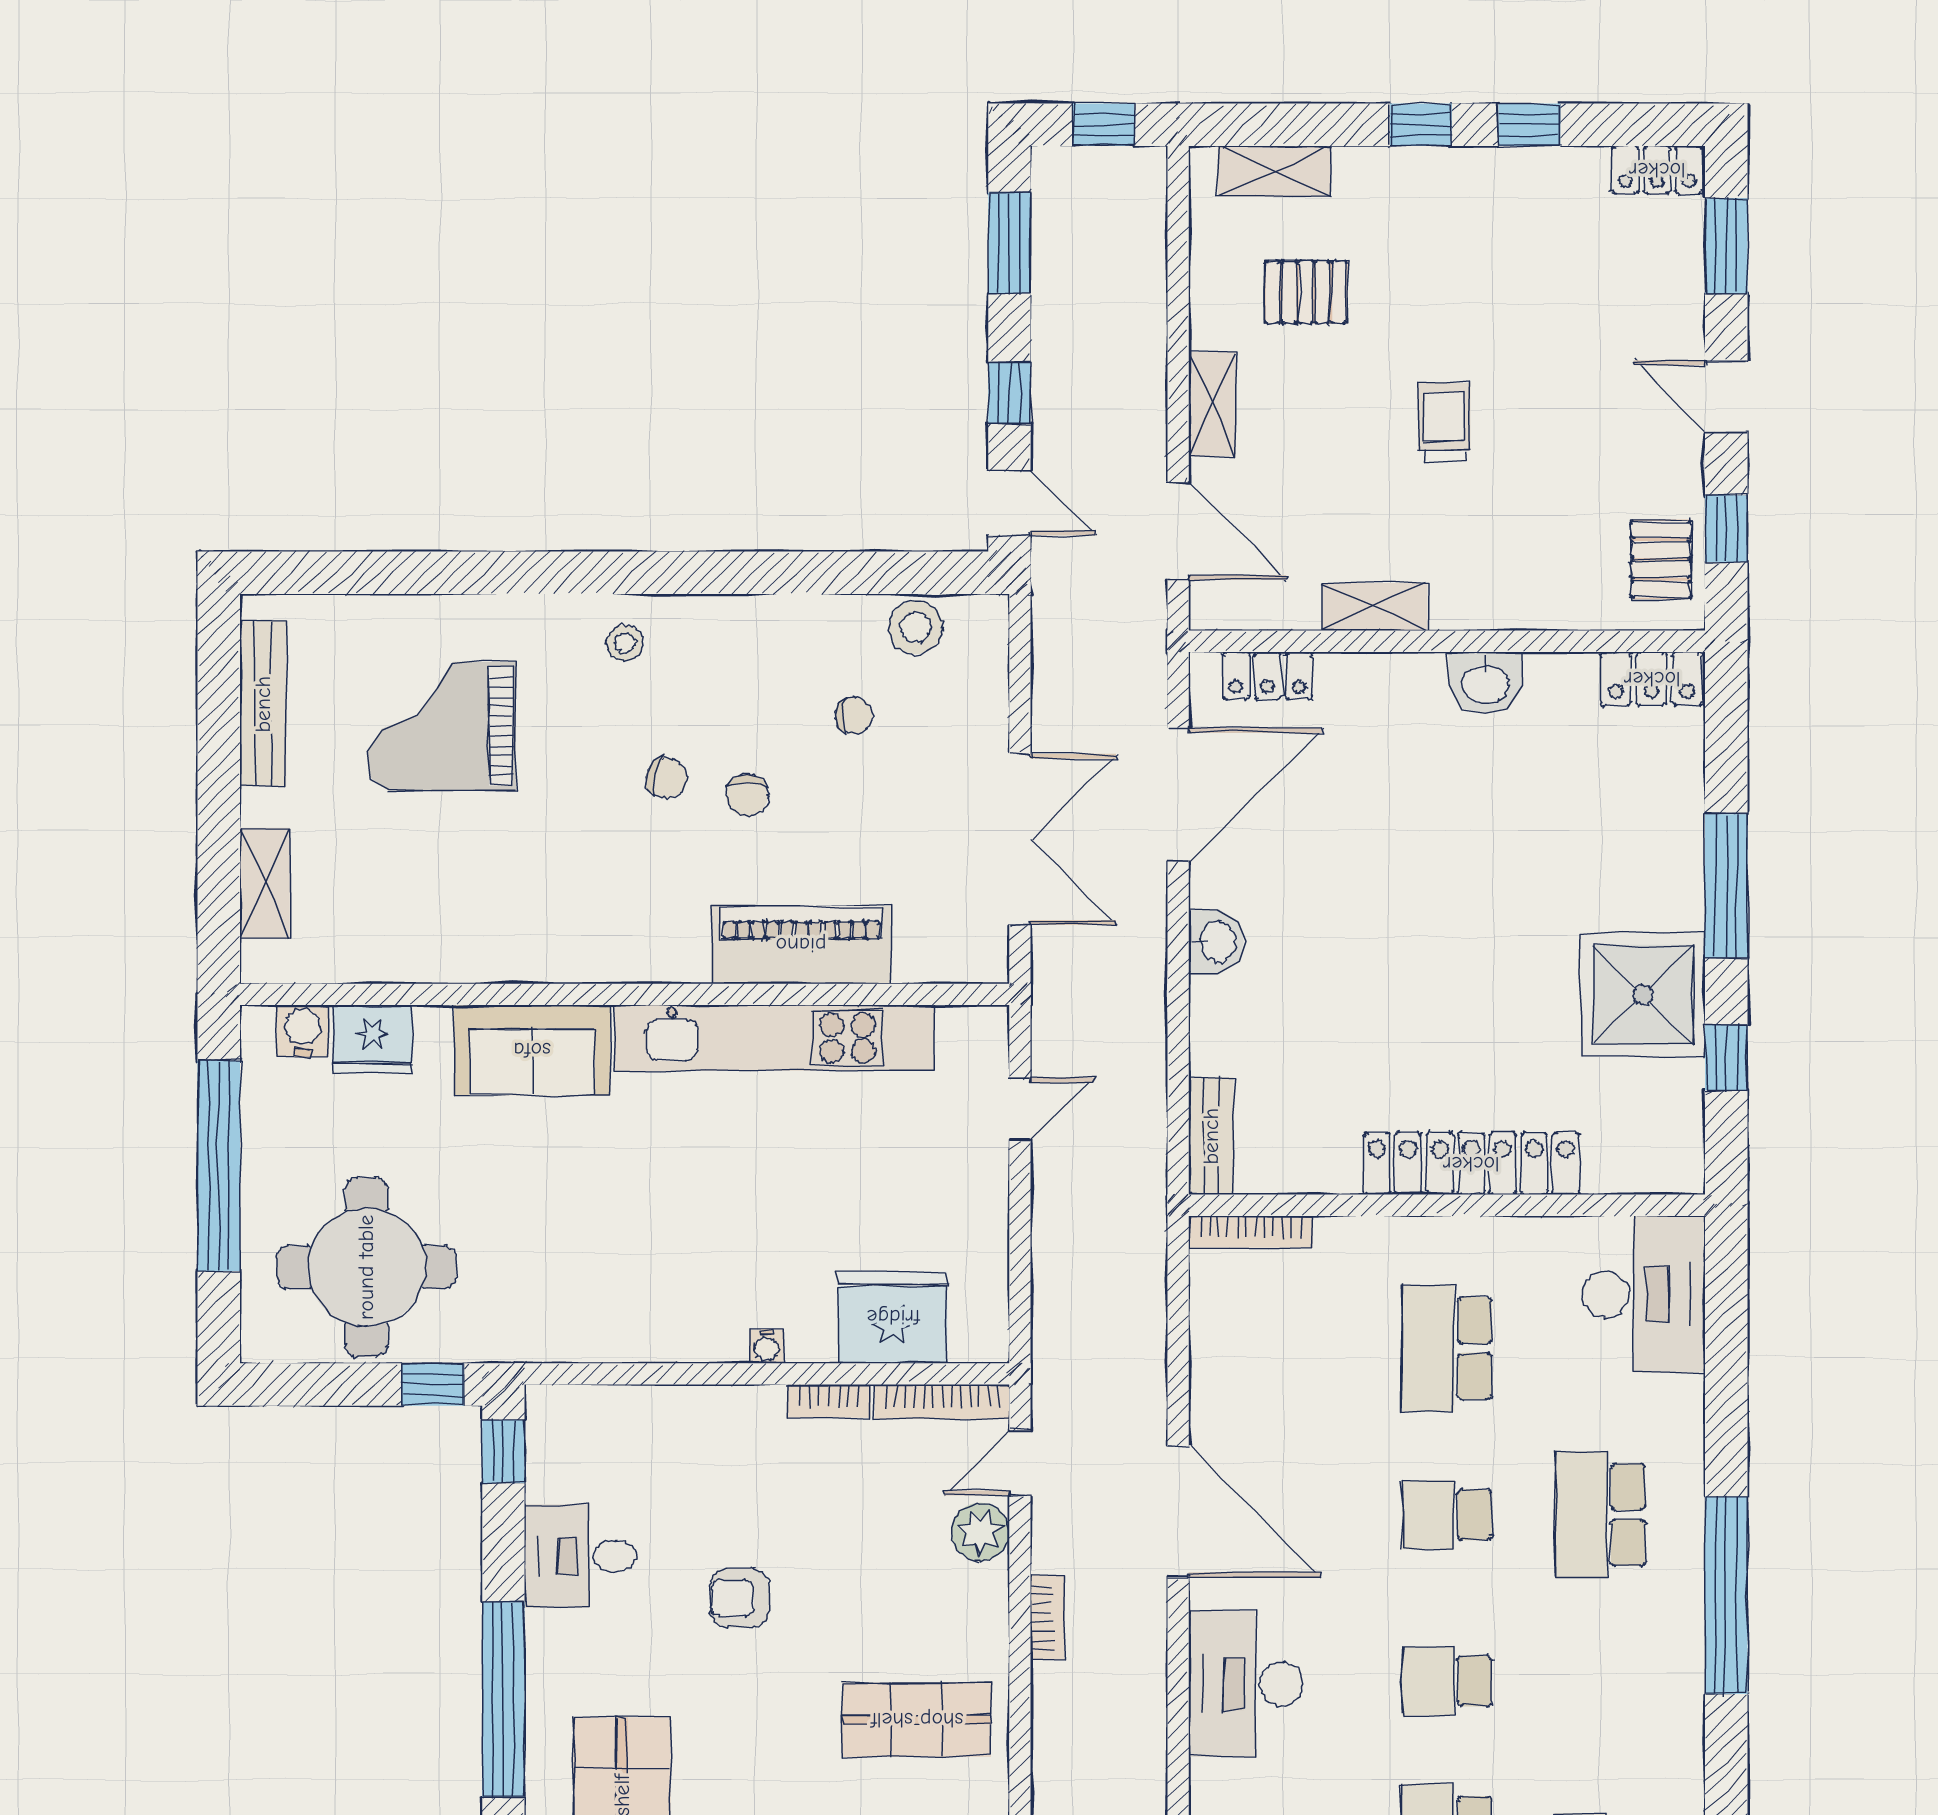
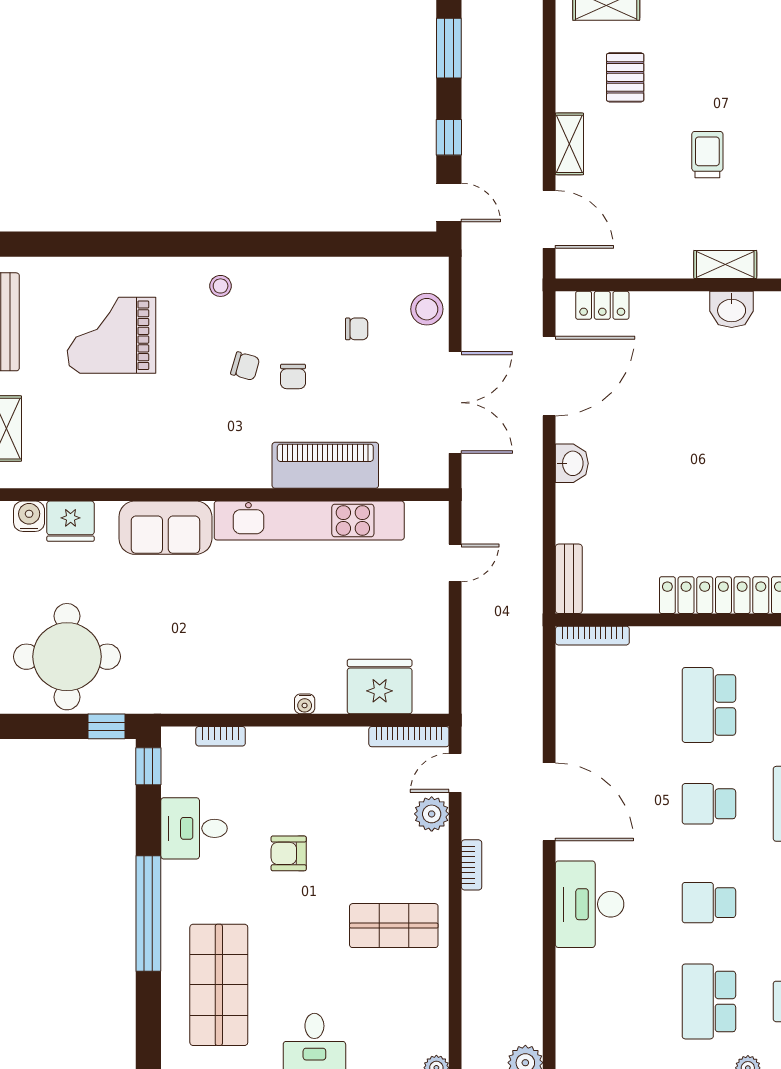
pallet: (1306, 292) -> (625, 77), turned 90
shelving: (1375, 607) -> (725, 264), moved
stool: (915, 627) -> (427, 309), moved
bookcase: (829, 1401) -> (221, 736), moved

